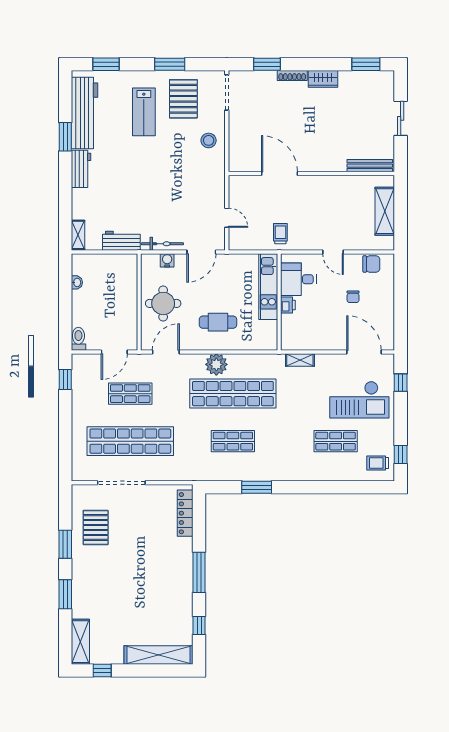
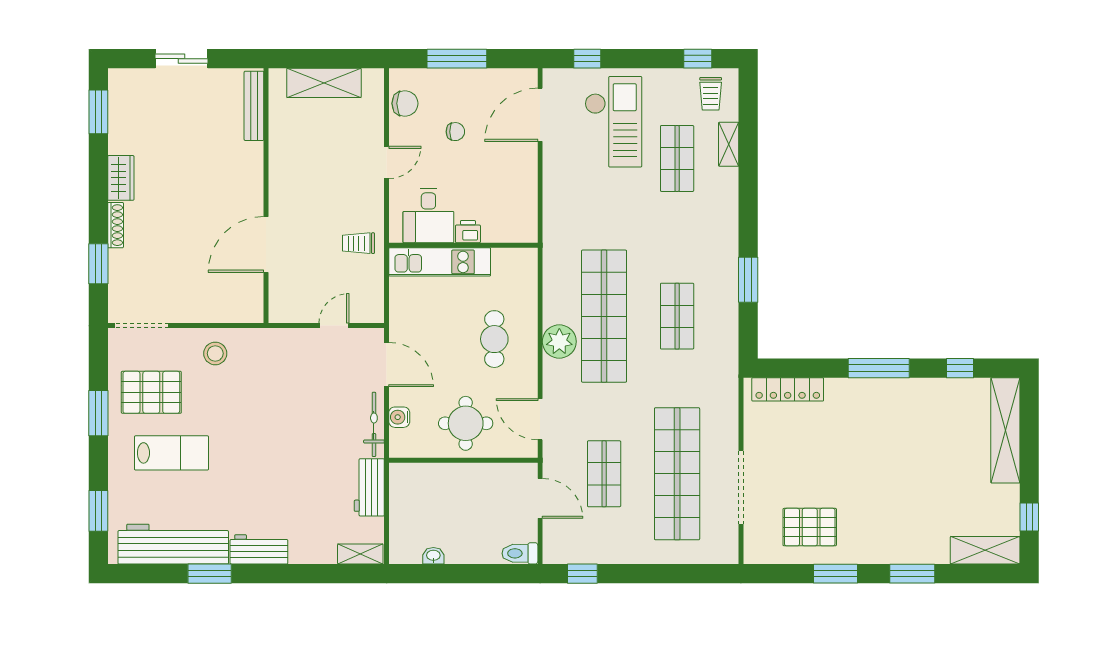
chair: (371, 264) -> (405, 103), turned 90
window: (401, 298) -> (457, 59), added
shelving: (300, 360) -> (729, 144), moved

